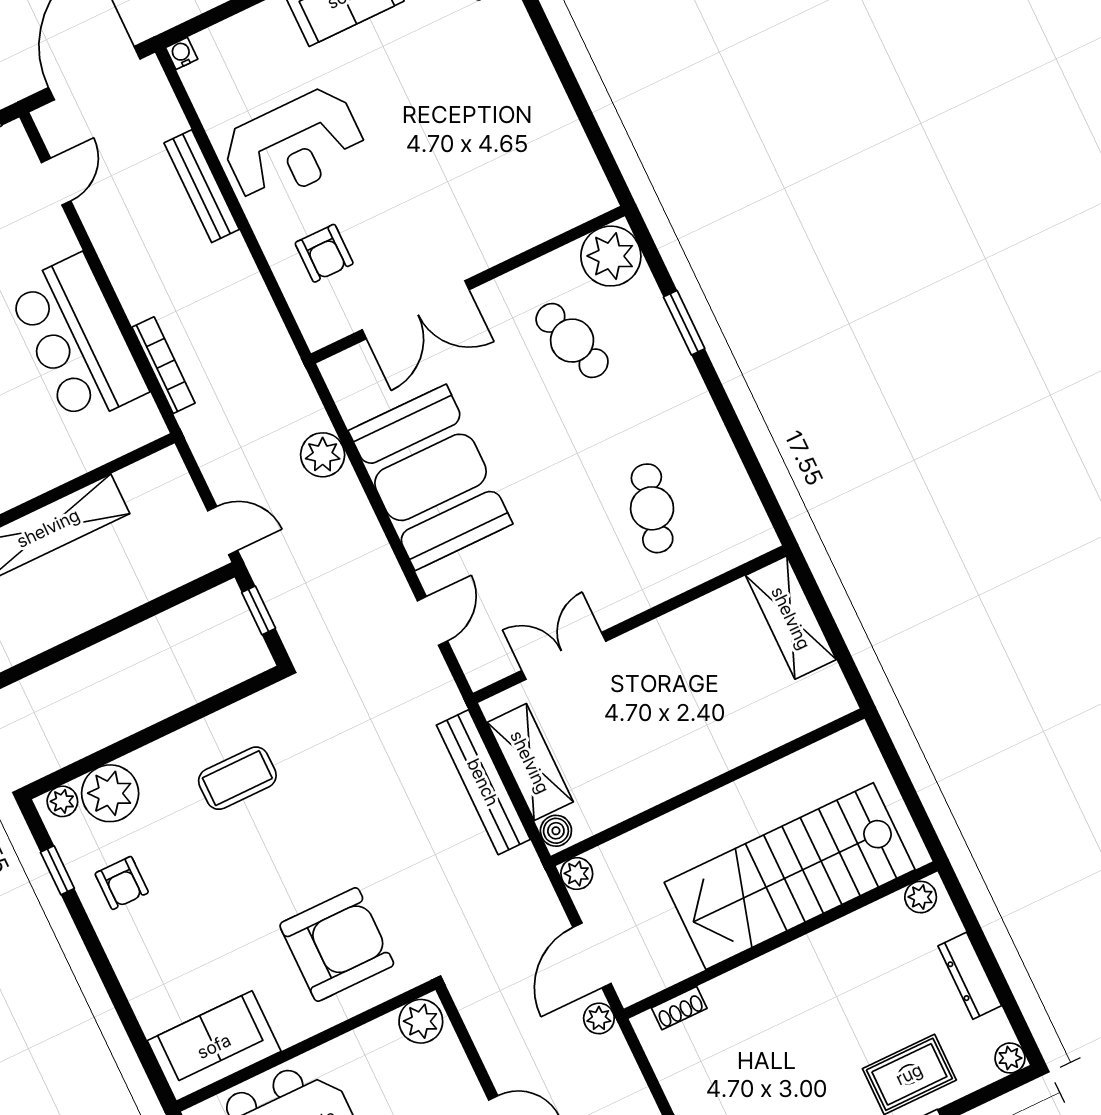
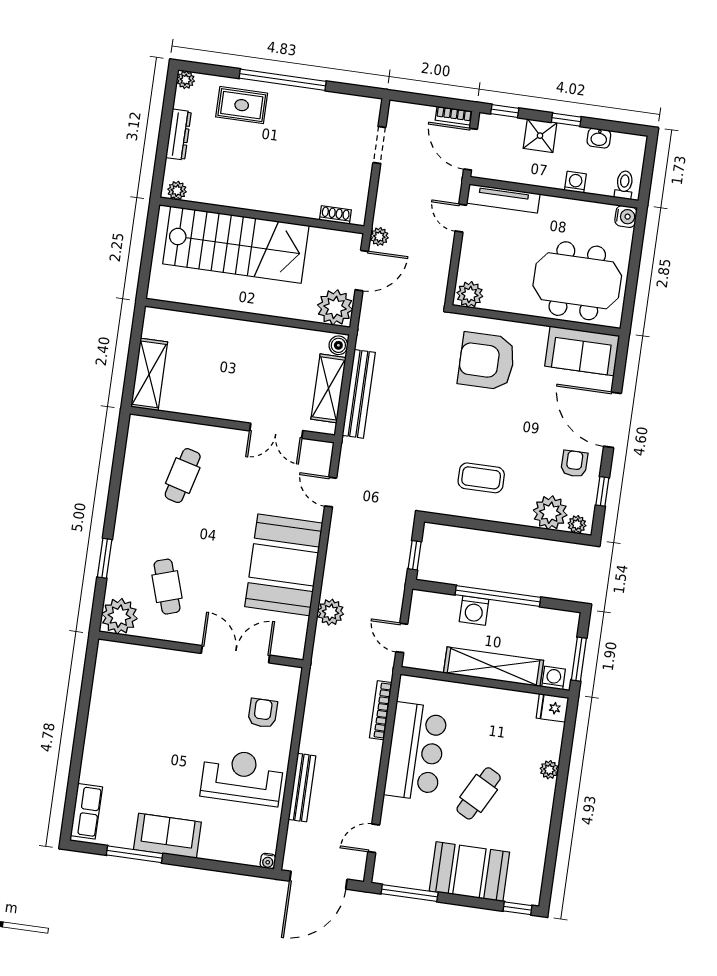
door: (223, 531) -> (402, 638), moved
washing machine: (126, 588) -> (474, 611), added
door: (432, 621) -> (331, 492), hinge flipped
window: (106, 630) -> (498, 596), added
plant: (577, 874) -> (335, 307), width x1.88, depth x1.88
door: (109, 978) -> (612, 420), added

